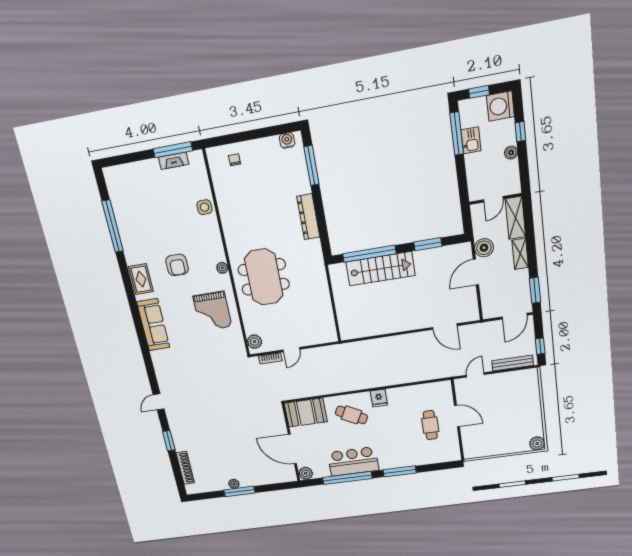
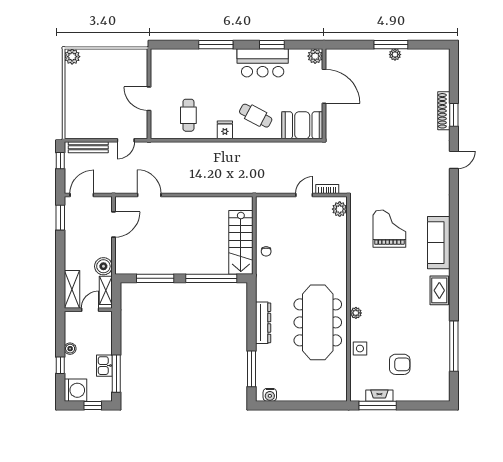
chair: (235, 160) -> (266, 251), moved
window: (428, 244) -> (155, 278), width x1.44
shelving: (520, 254) -> (106, 290), moved
armchair: (177, 265) -> (400, 364), moved, turned 90
plant: (222, 268) -> (356, 313), moved
stairs: (380, 269) -> (241, 242), moved, turned -90
door: (476, 272) -> (113, 224), moved
meeting table: (264, 277) -> (318, 322), moved, width x1.36
grand piano: (212, 311) -> (389, 229), moved
cafe table: (430, 425) -> (188, 115), moved
shoe rack: (185, 468) -> (444, 111), moved
window: (347, 478) -> (272, 45), width x0.47

